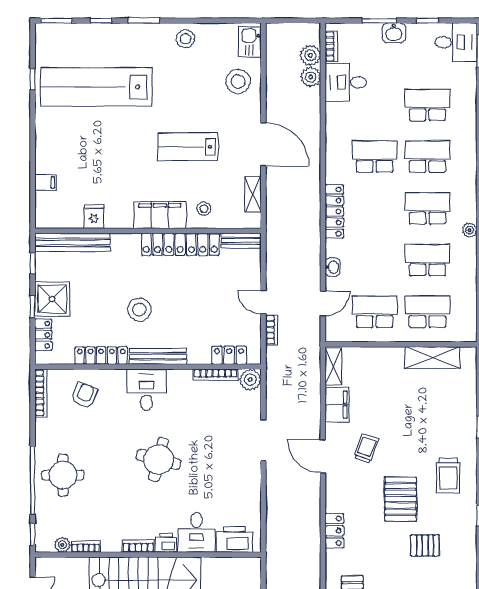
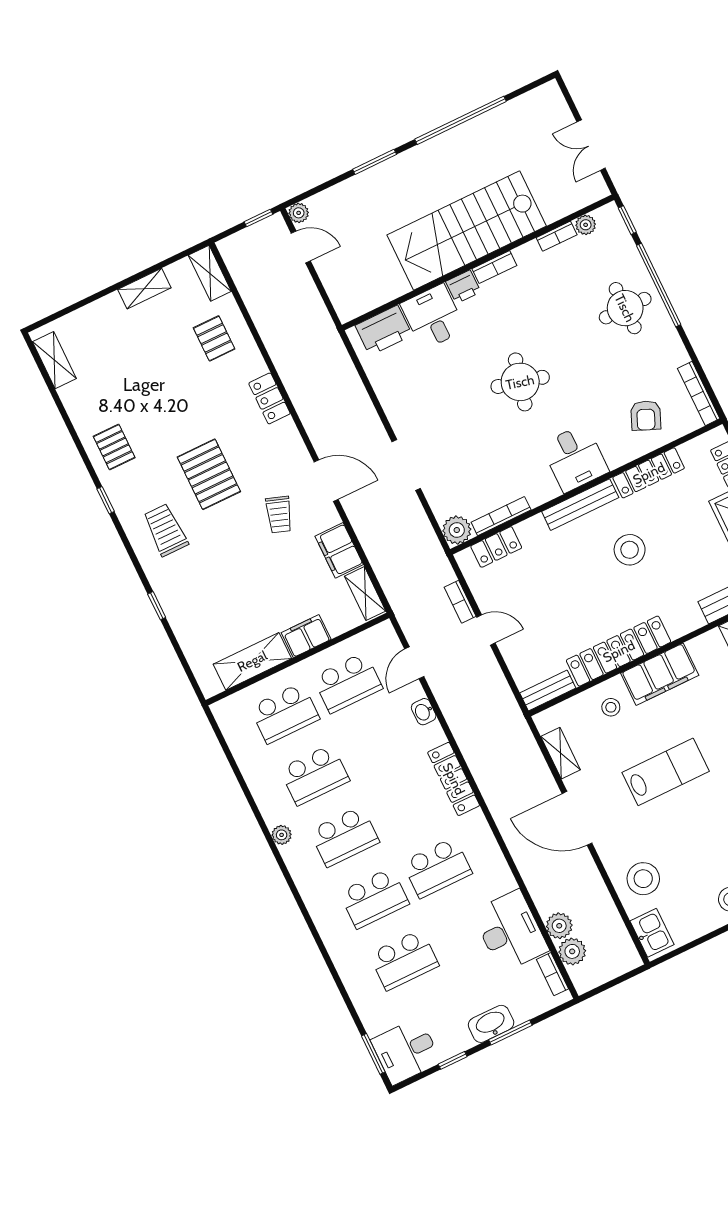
washbasin: (394, 33) -> (491, 1024), width x1.38
desk: (346, 82) -> (510, 931), width x1.37
filing cabinet: (388, 357) -> (306, 636), added
pallet: (425, 545) -> (114, 447), moved, turned 90

